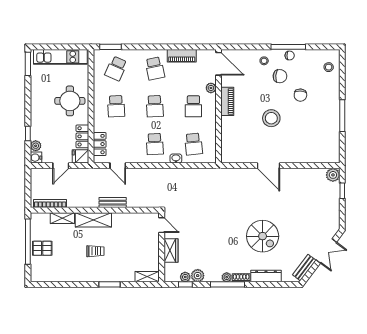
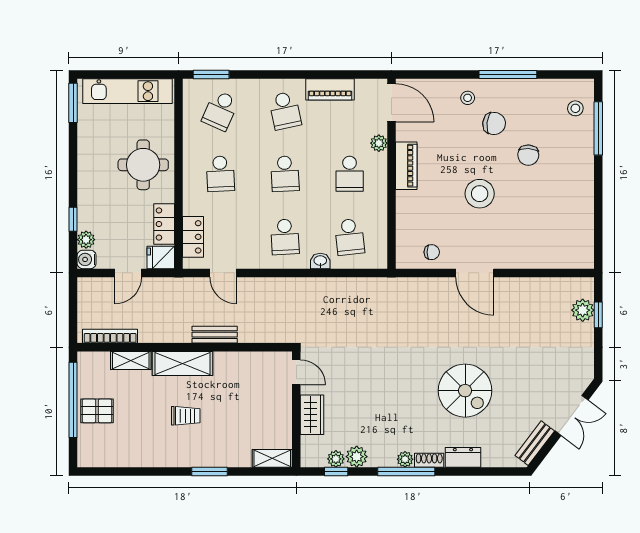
chair: (290, 56) -> (432, 252), moved
window: (342, 116) -> (598, 128), moved
plant: (333, 175) -> (583, 310), moved
dresser: (266, 276) -> (463, 457), width x0.70

